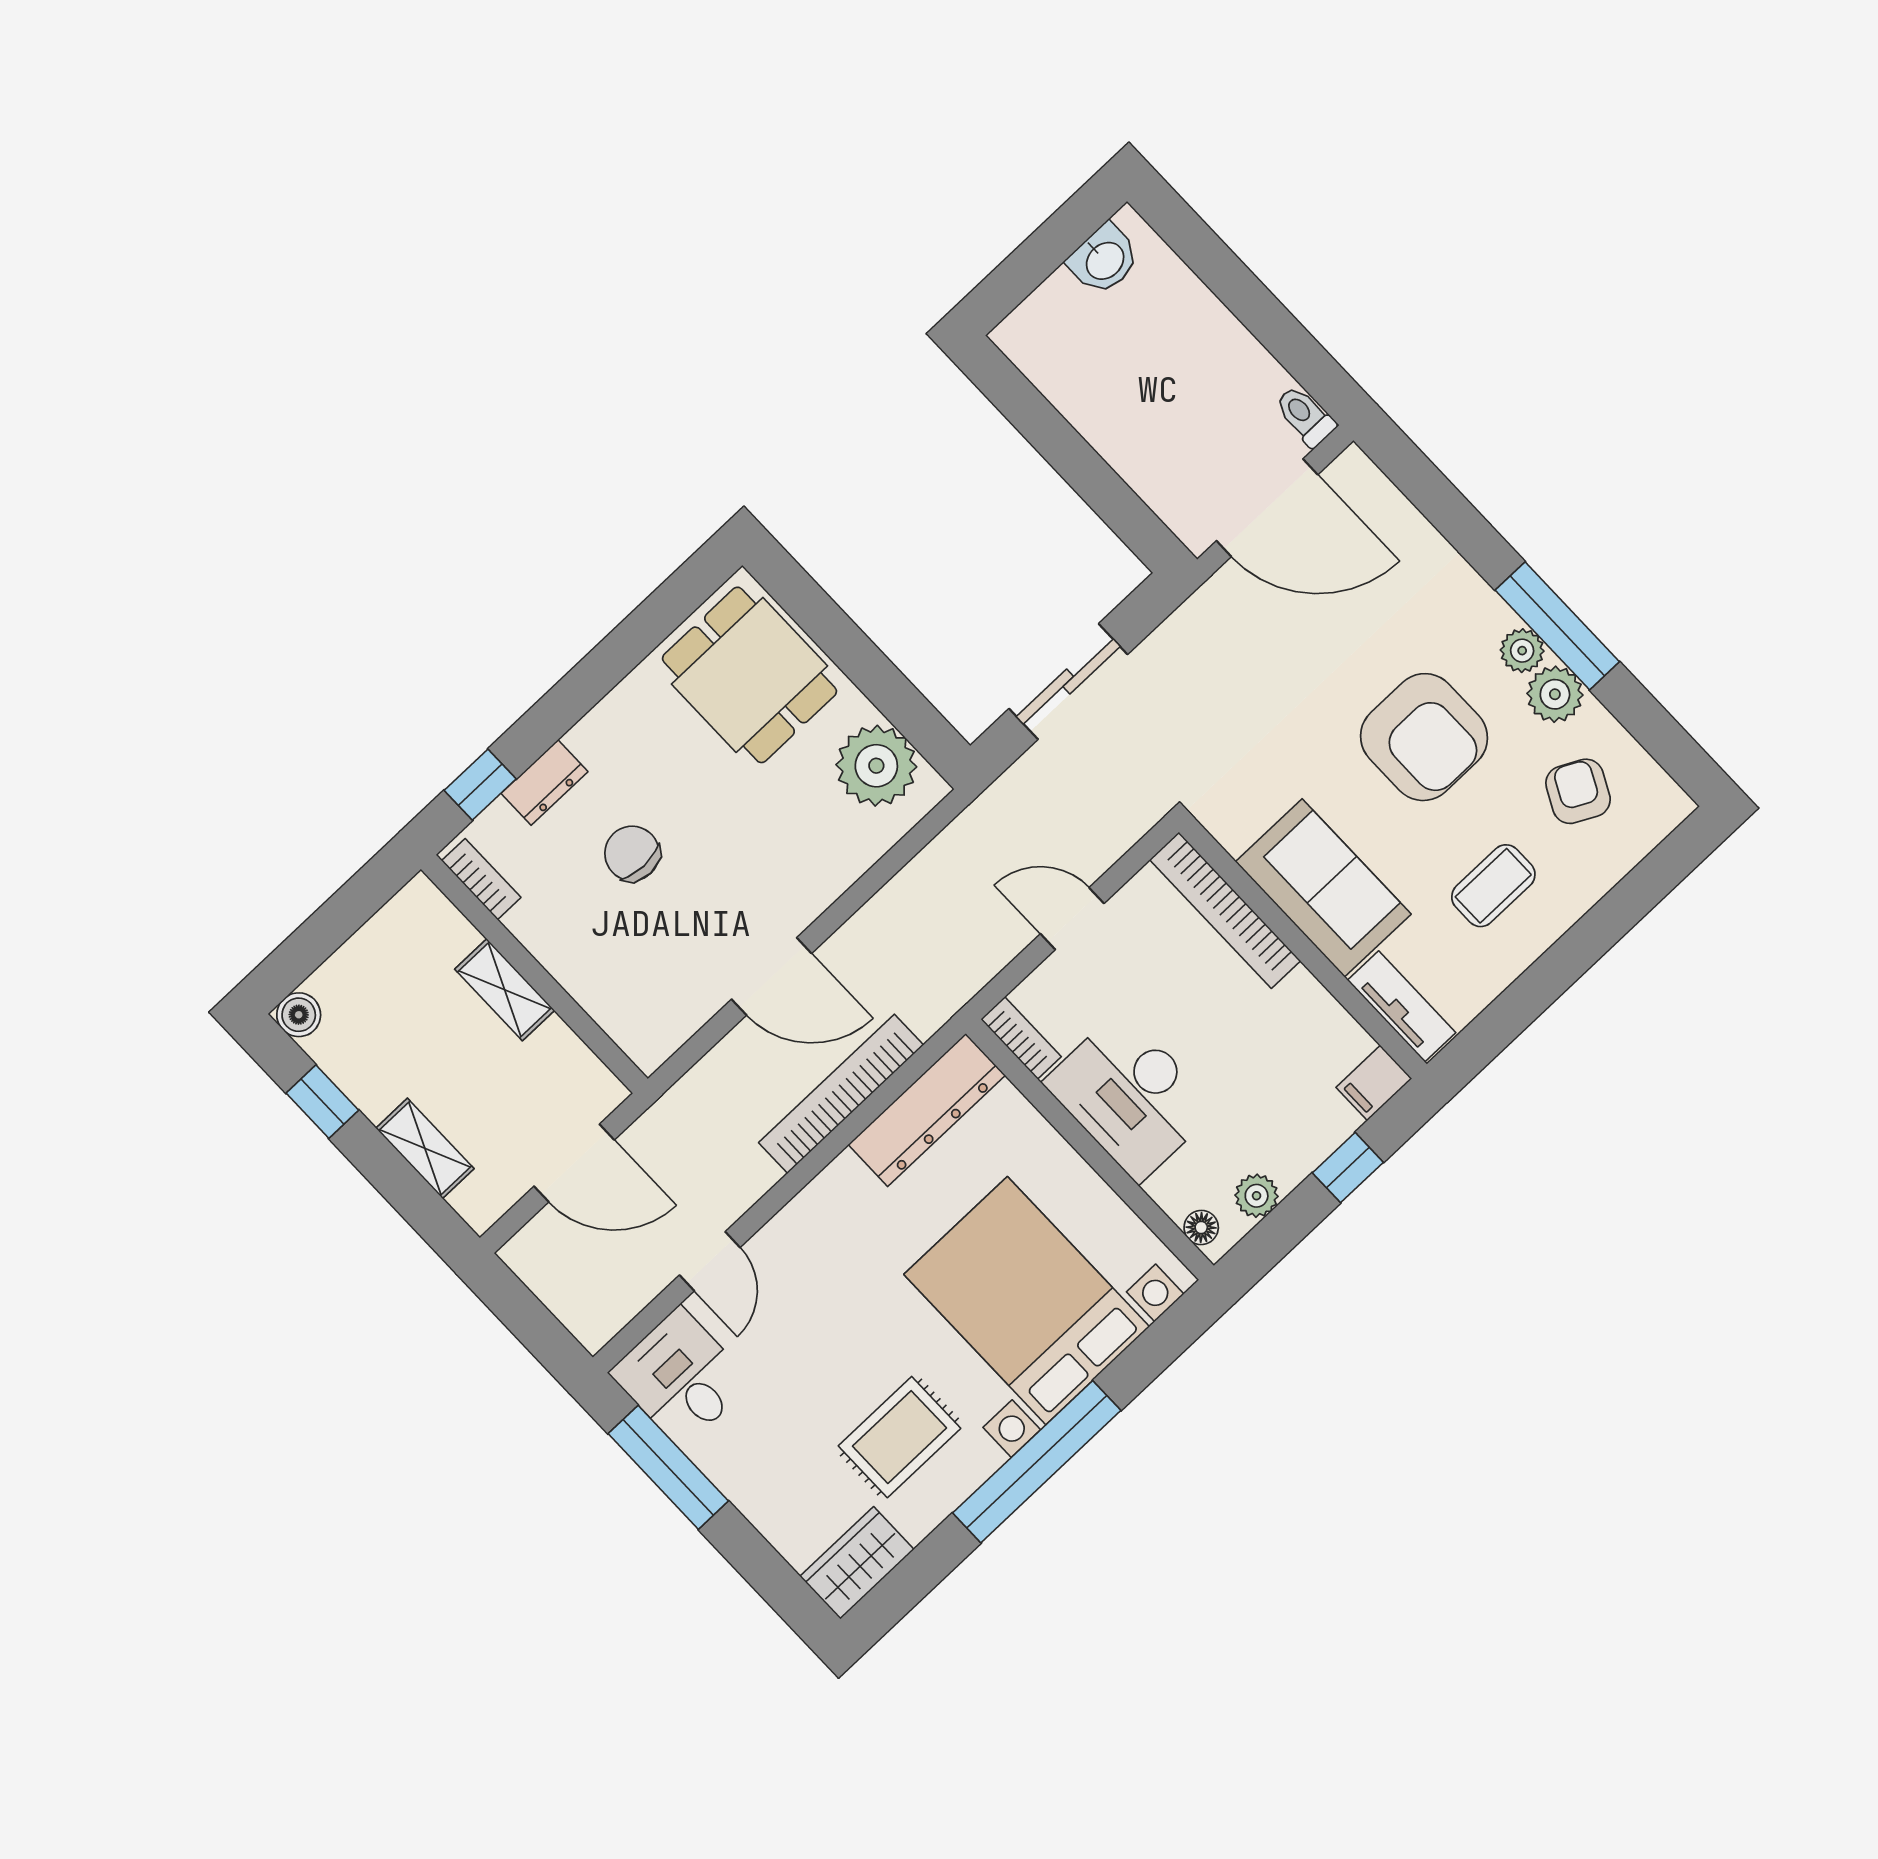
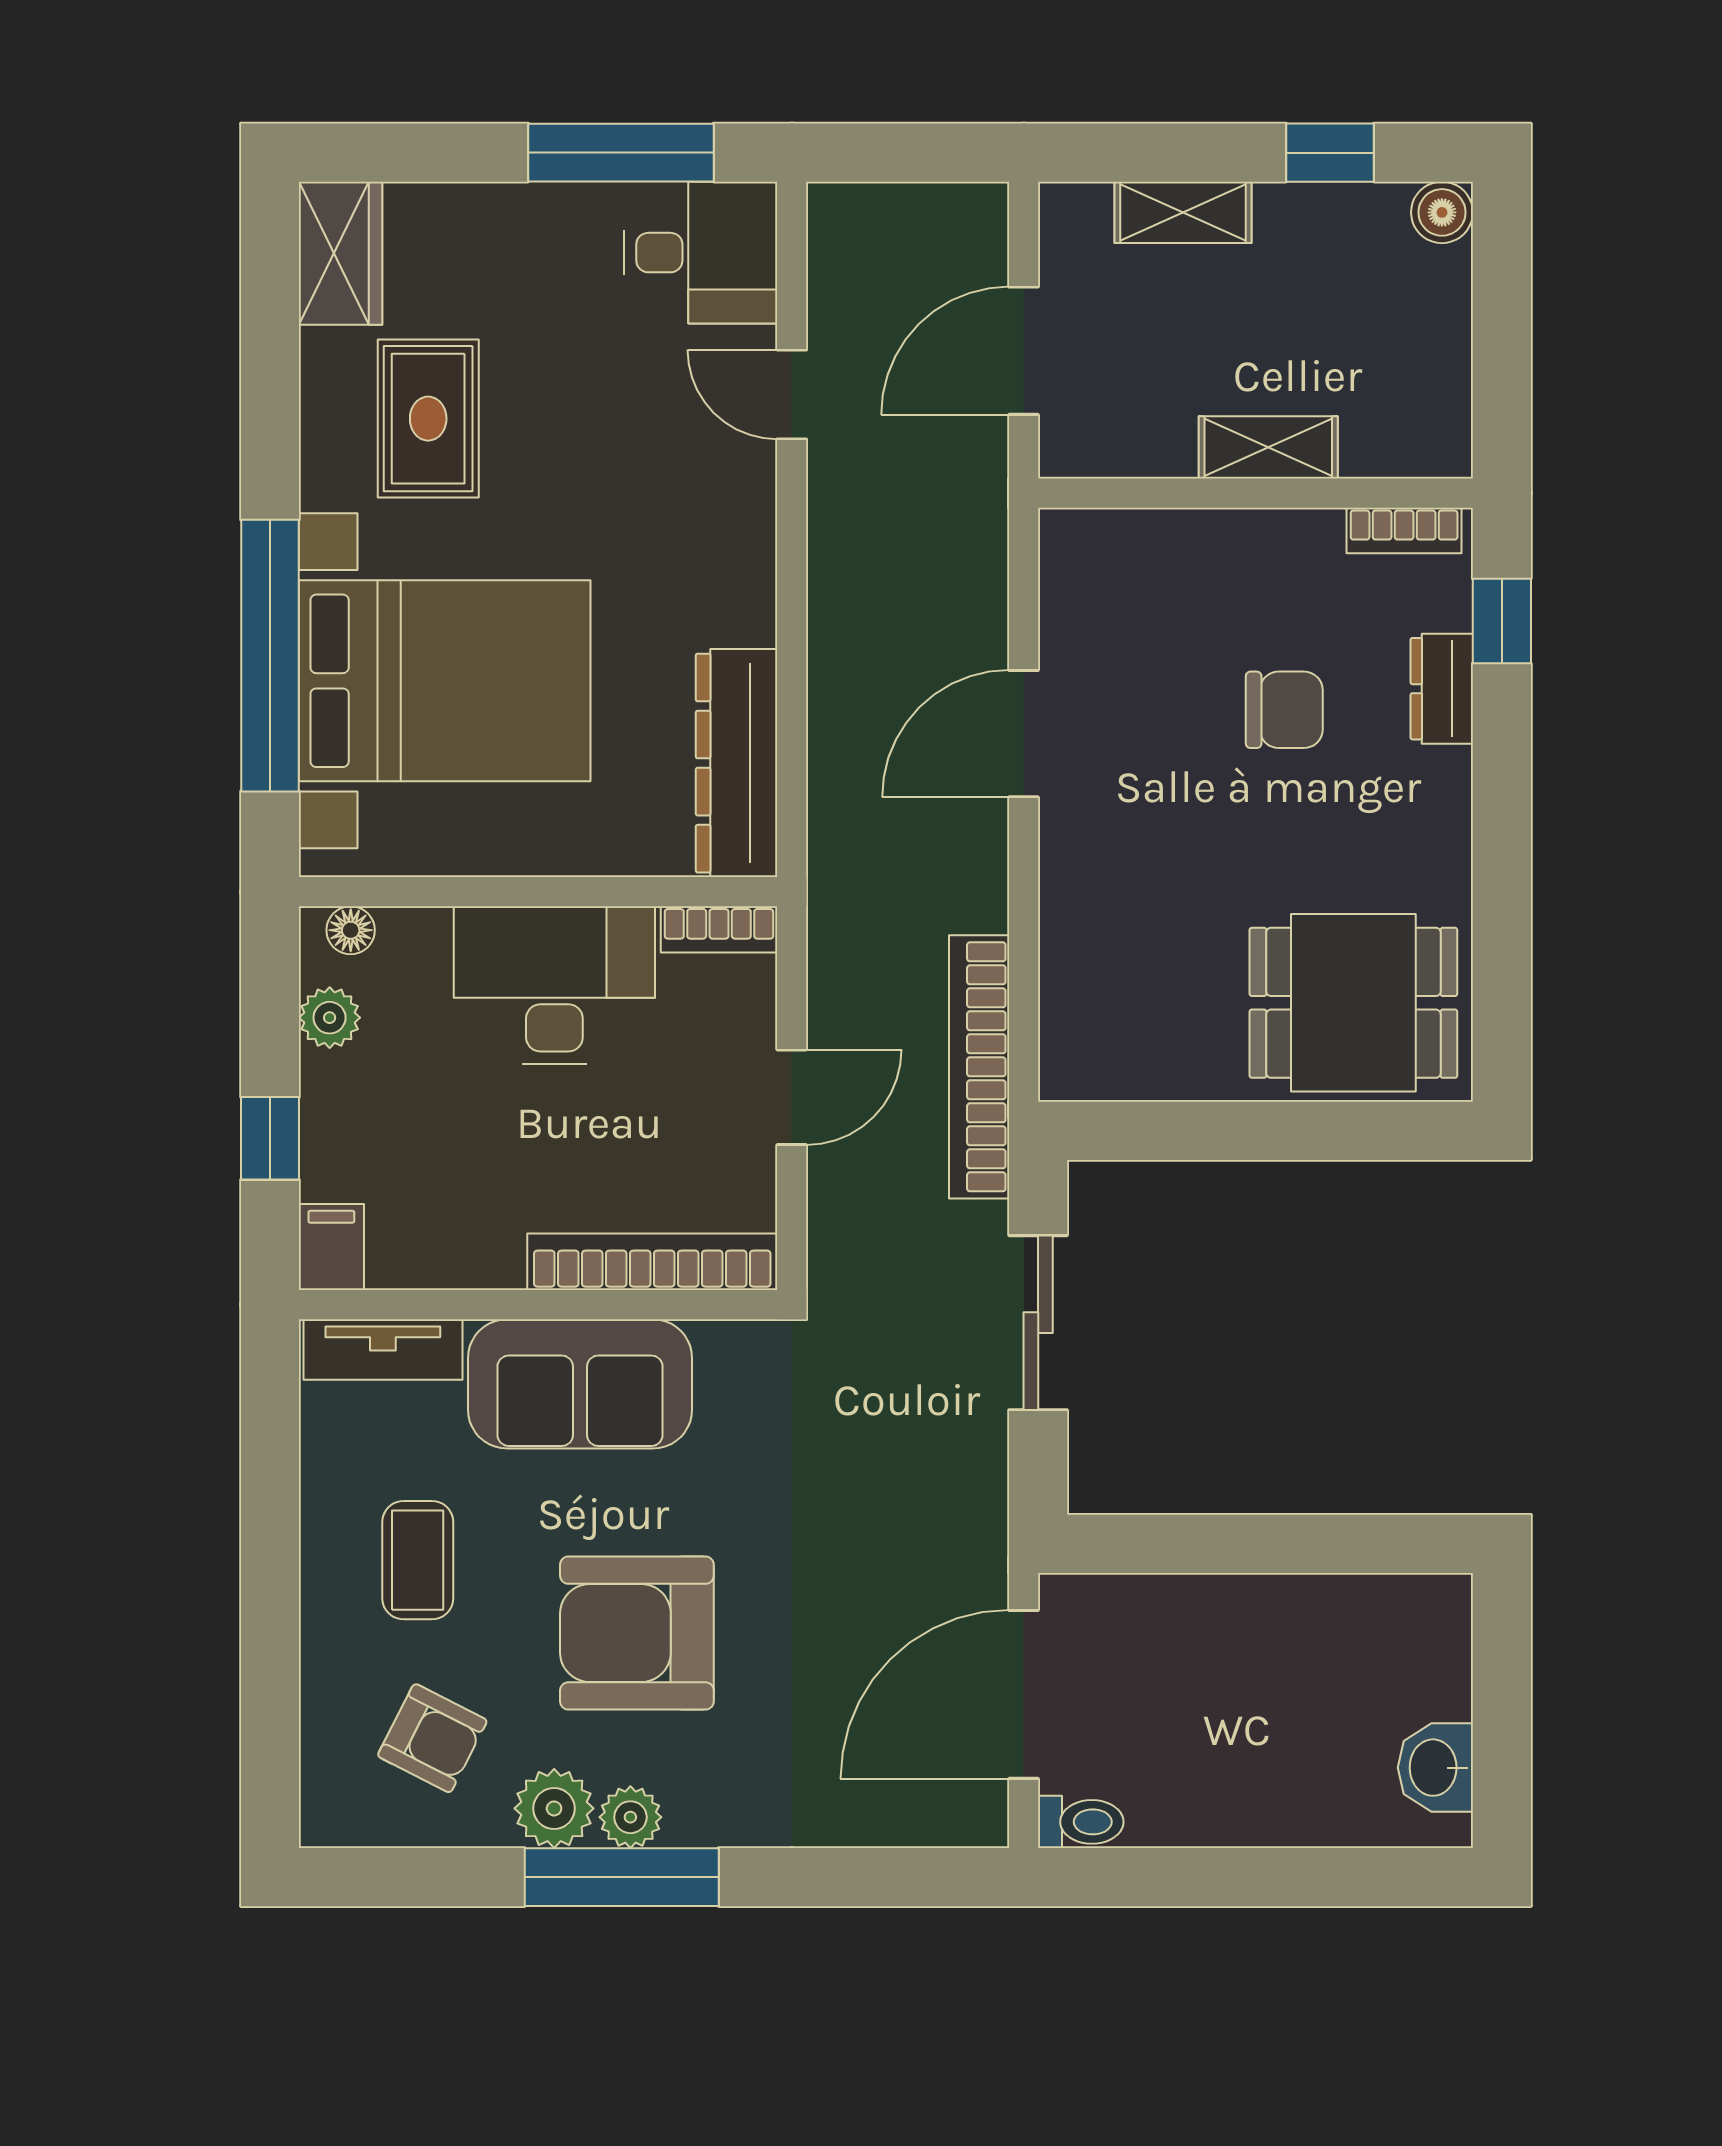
plant: (876, 766) -> (1138, 1045), removed
bookcase: (841, 1094) -> (979, 1067), moved, turned 180
window: (1037, 1462) -> (270, 656), moved

